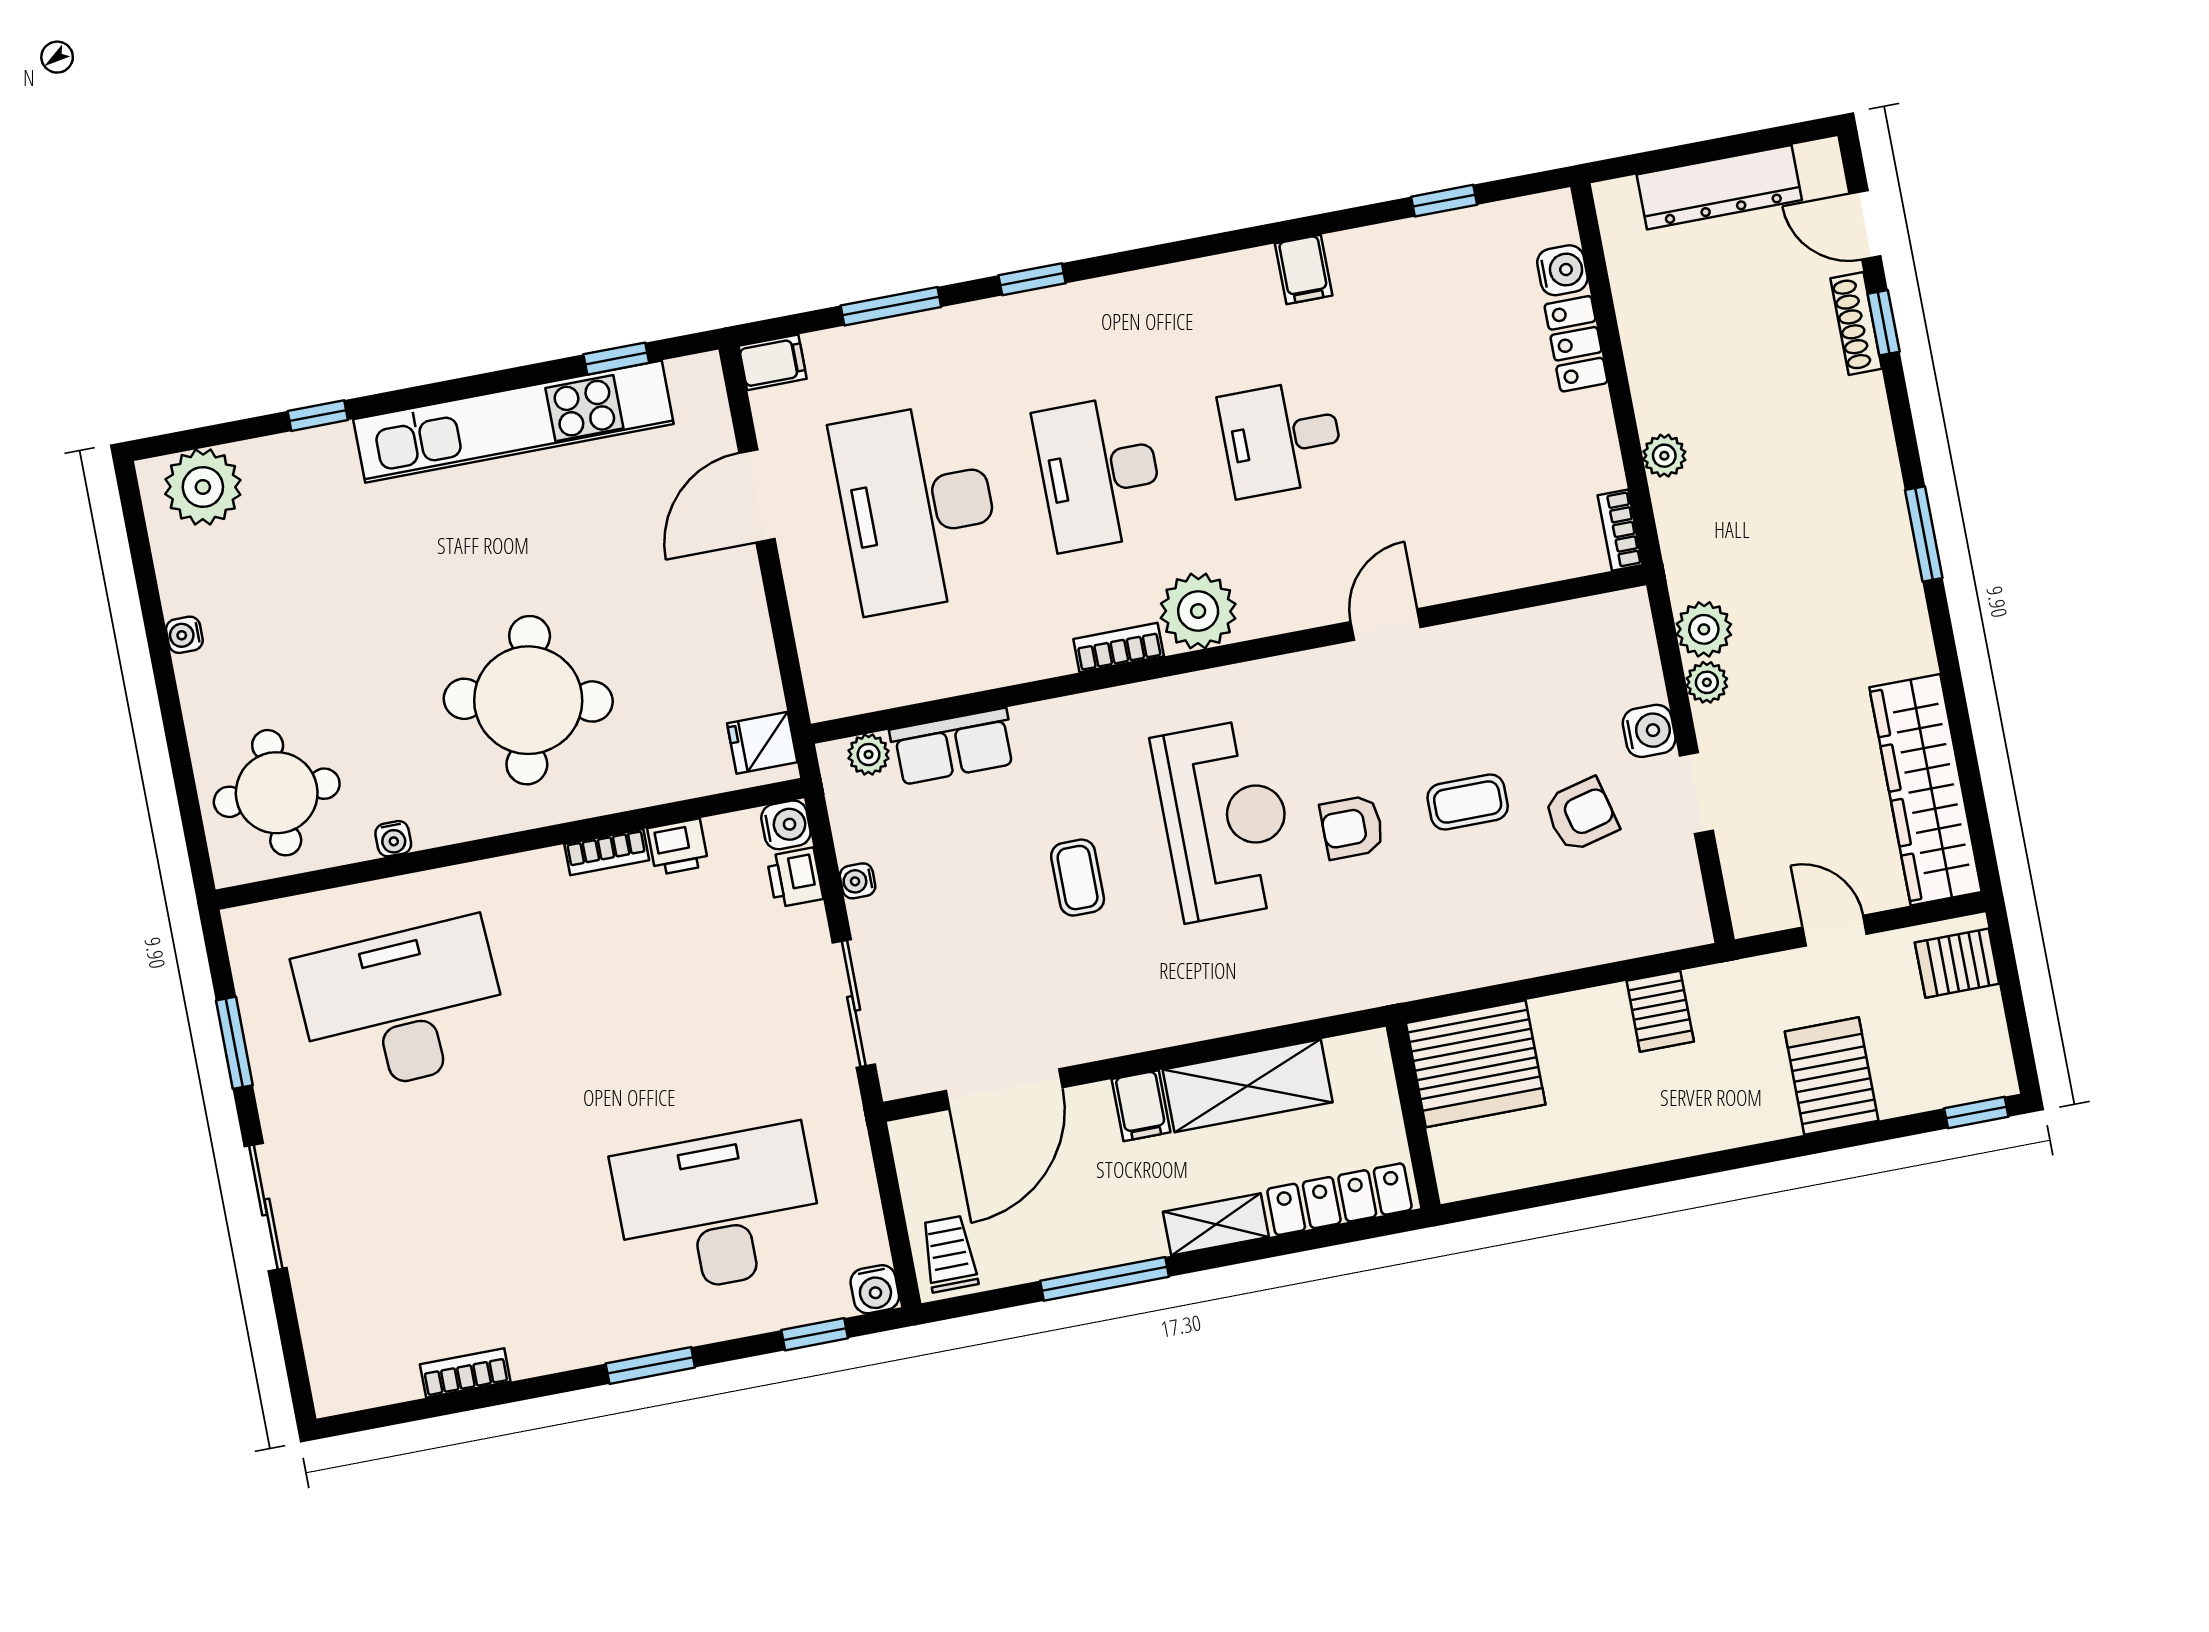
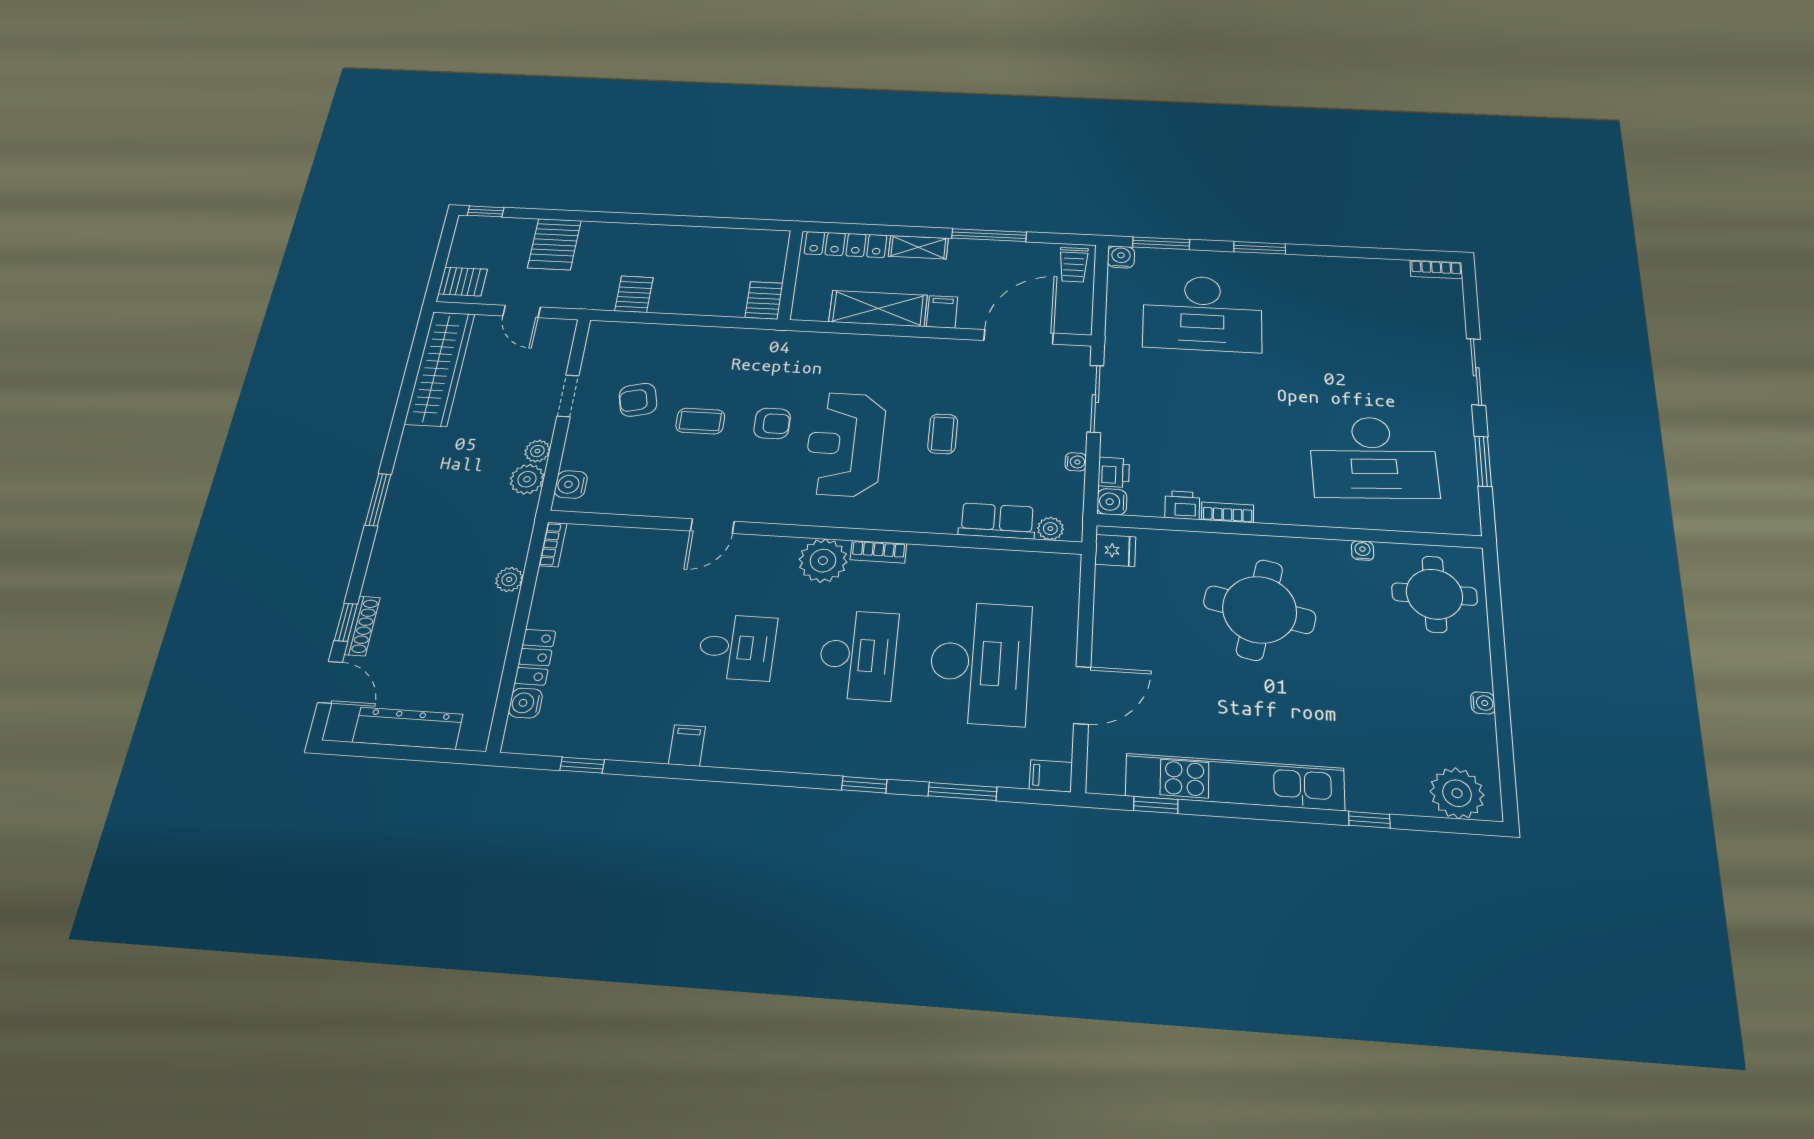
water cooler: (1649, 731) -> (571, 484), moved
server rack: (1476, 1064) -> (764, 300), width x0.46, depth x0.70
window: (815, 1334) -> (1161, 243), width x1.50
bookcase: (465, 1373) -> (1436, 269), moved

